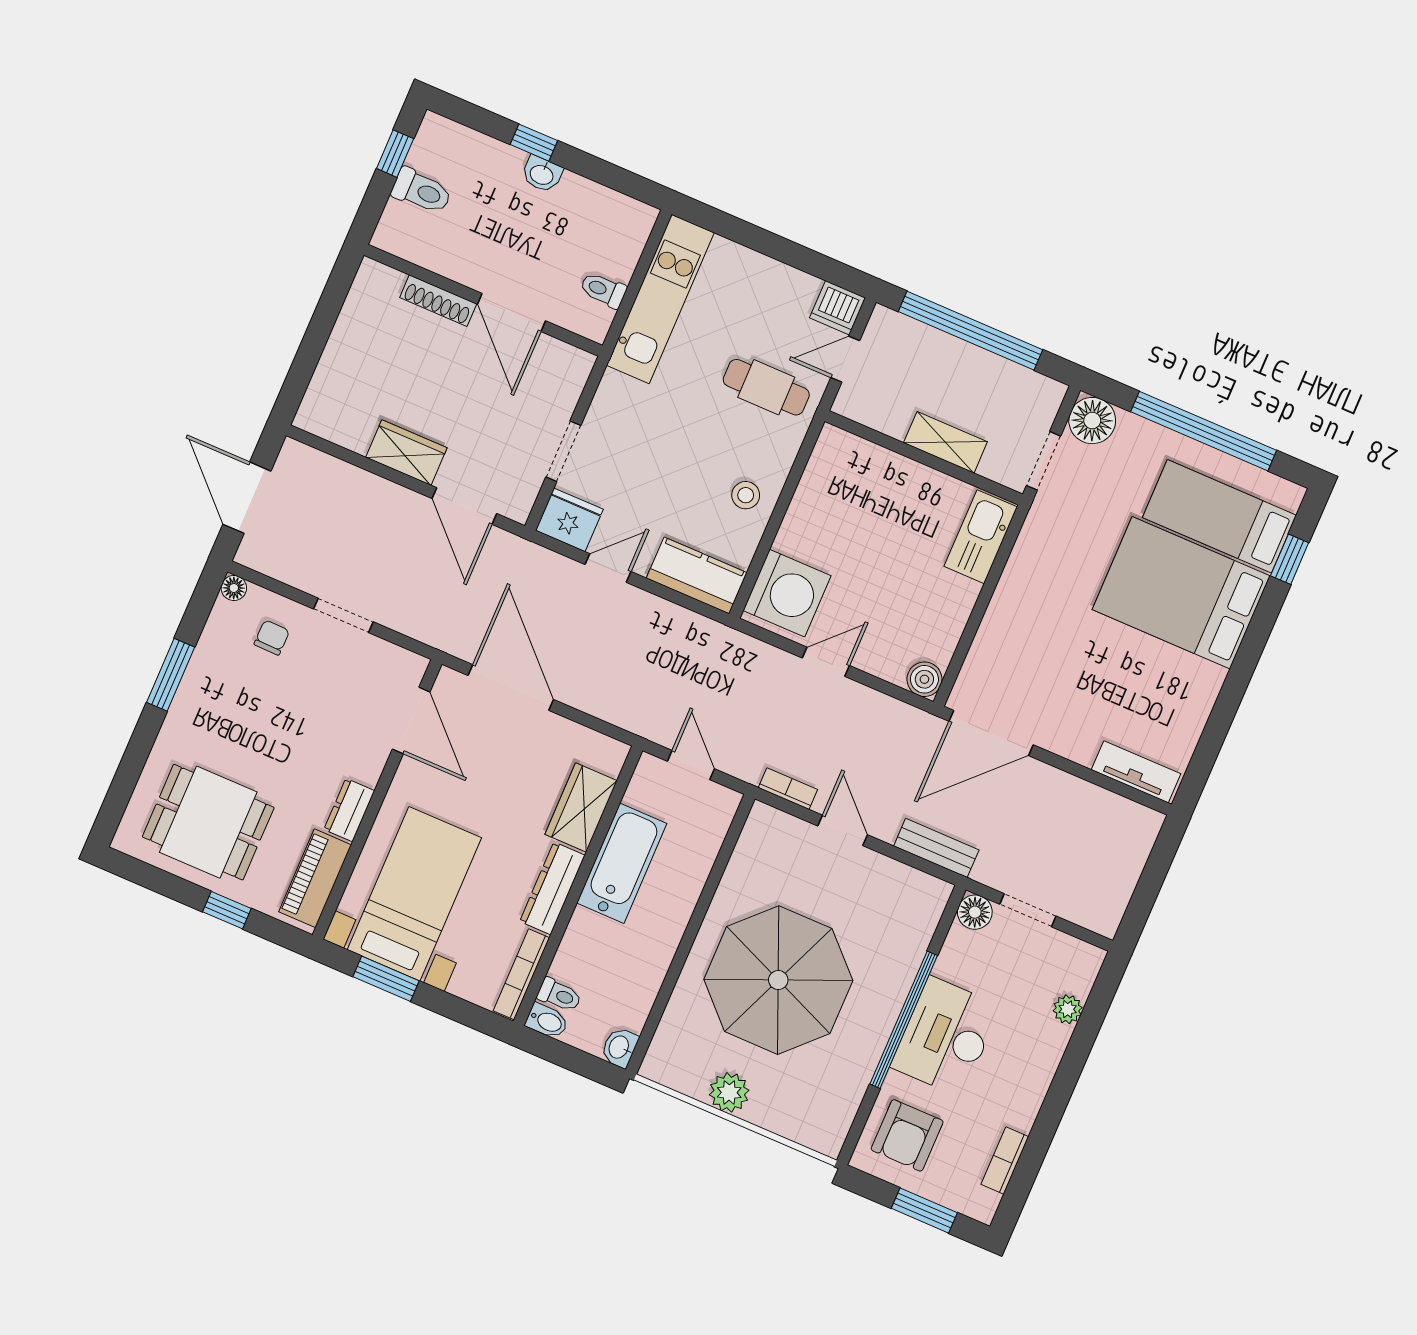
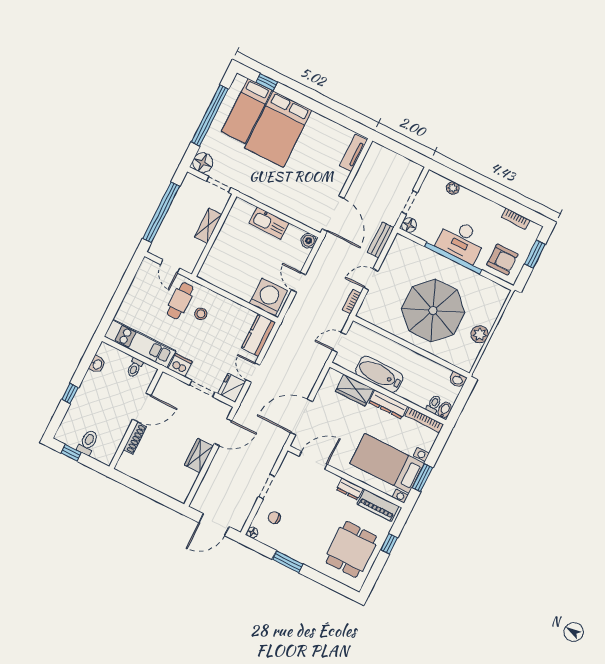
washbasin: (542, 174) -> (97, 364), moved
dishwasher: (838, 308) -> (180, 365), moved, turned -90
stool: (746, 495) -> (201, 314), moved
kitchen sink: (981, 537) -> (269, 223), moved

